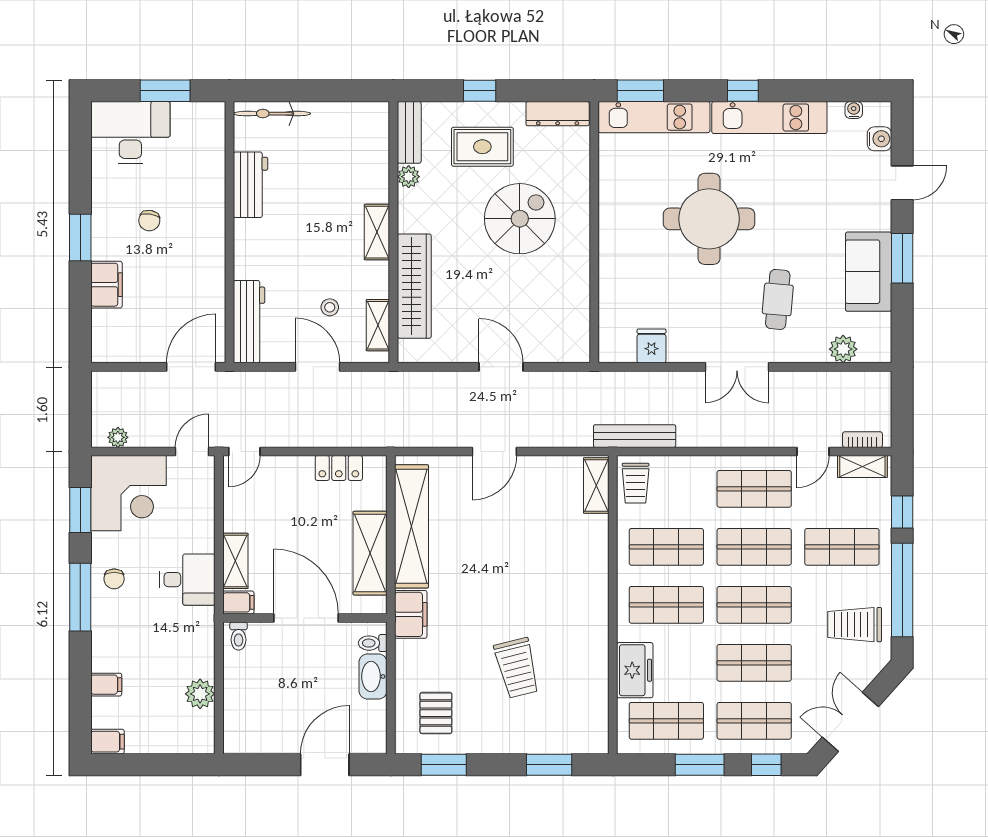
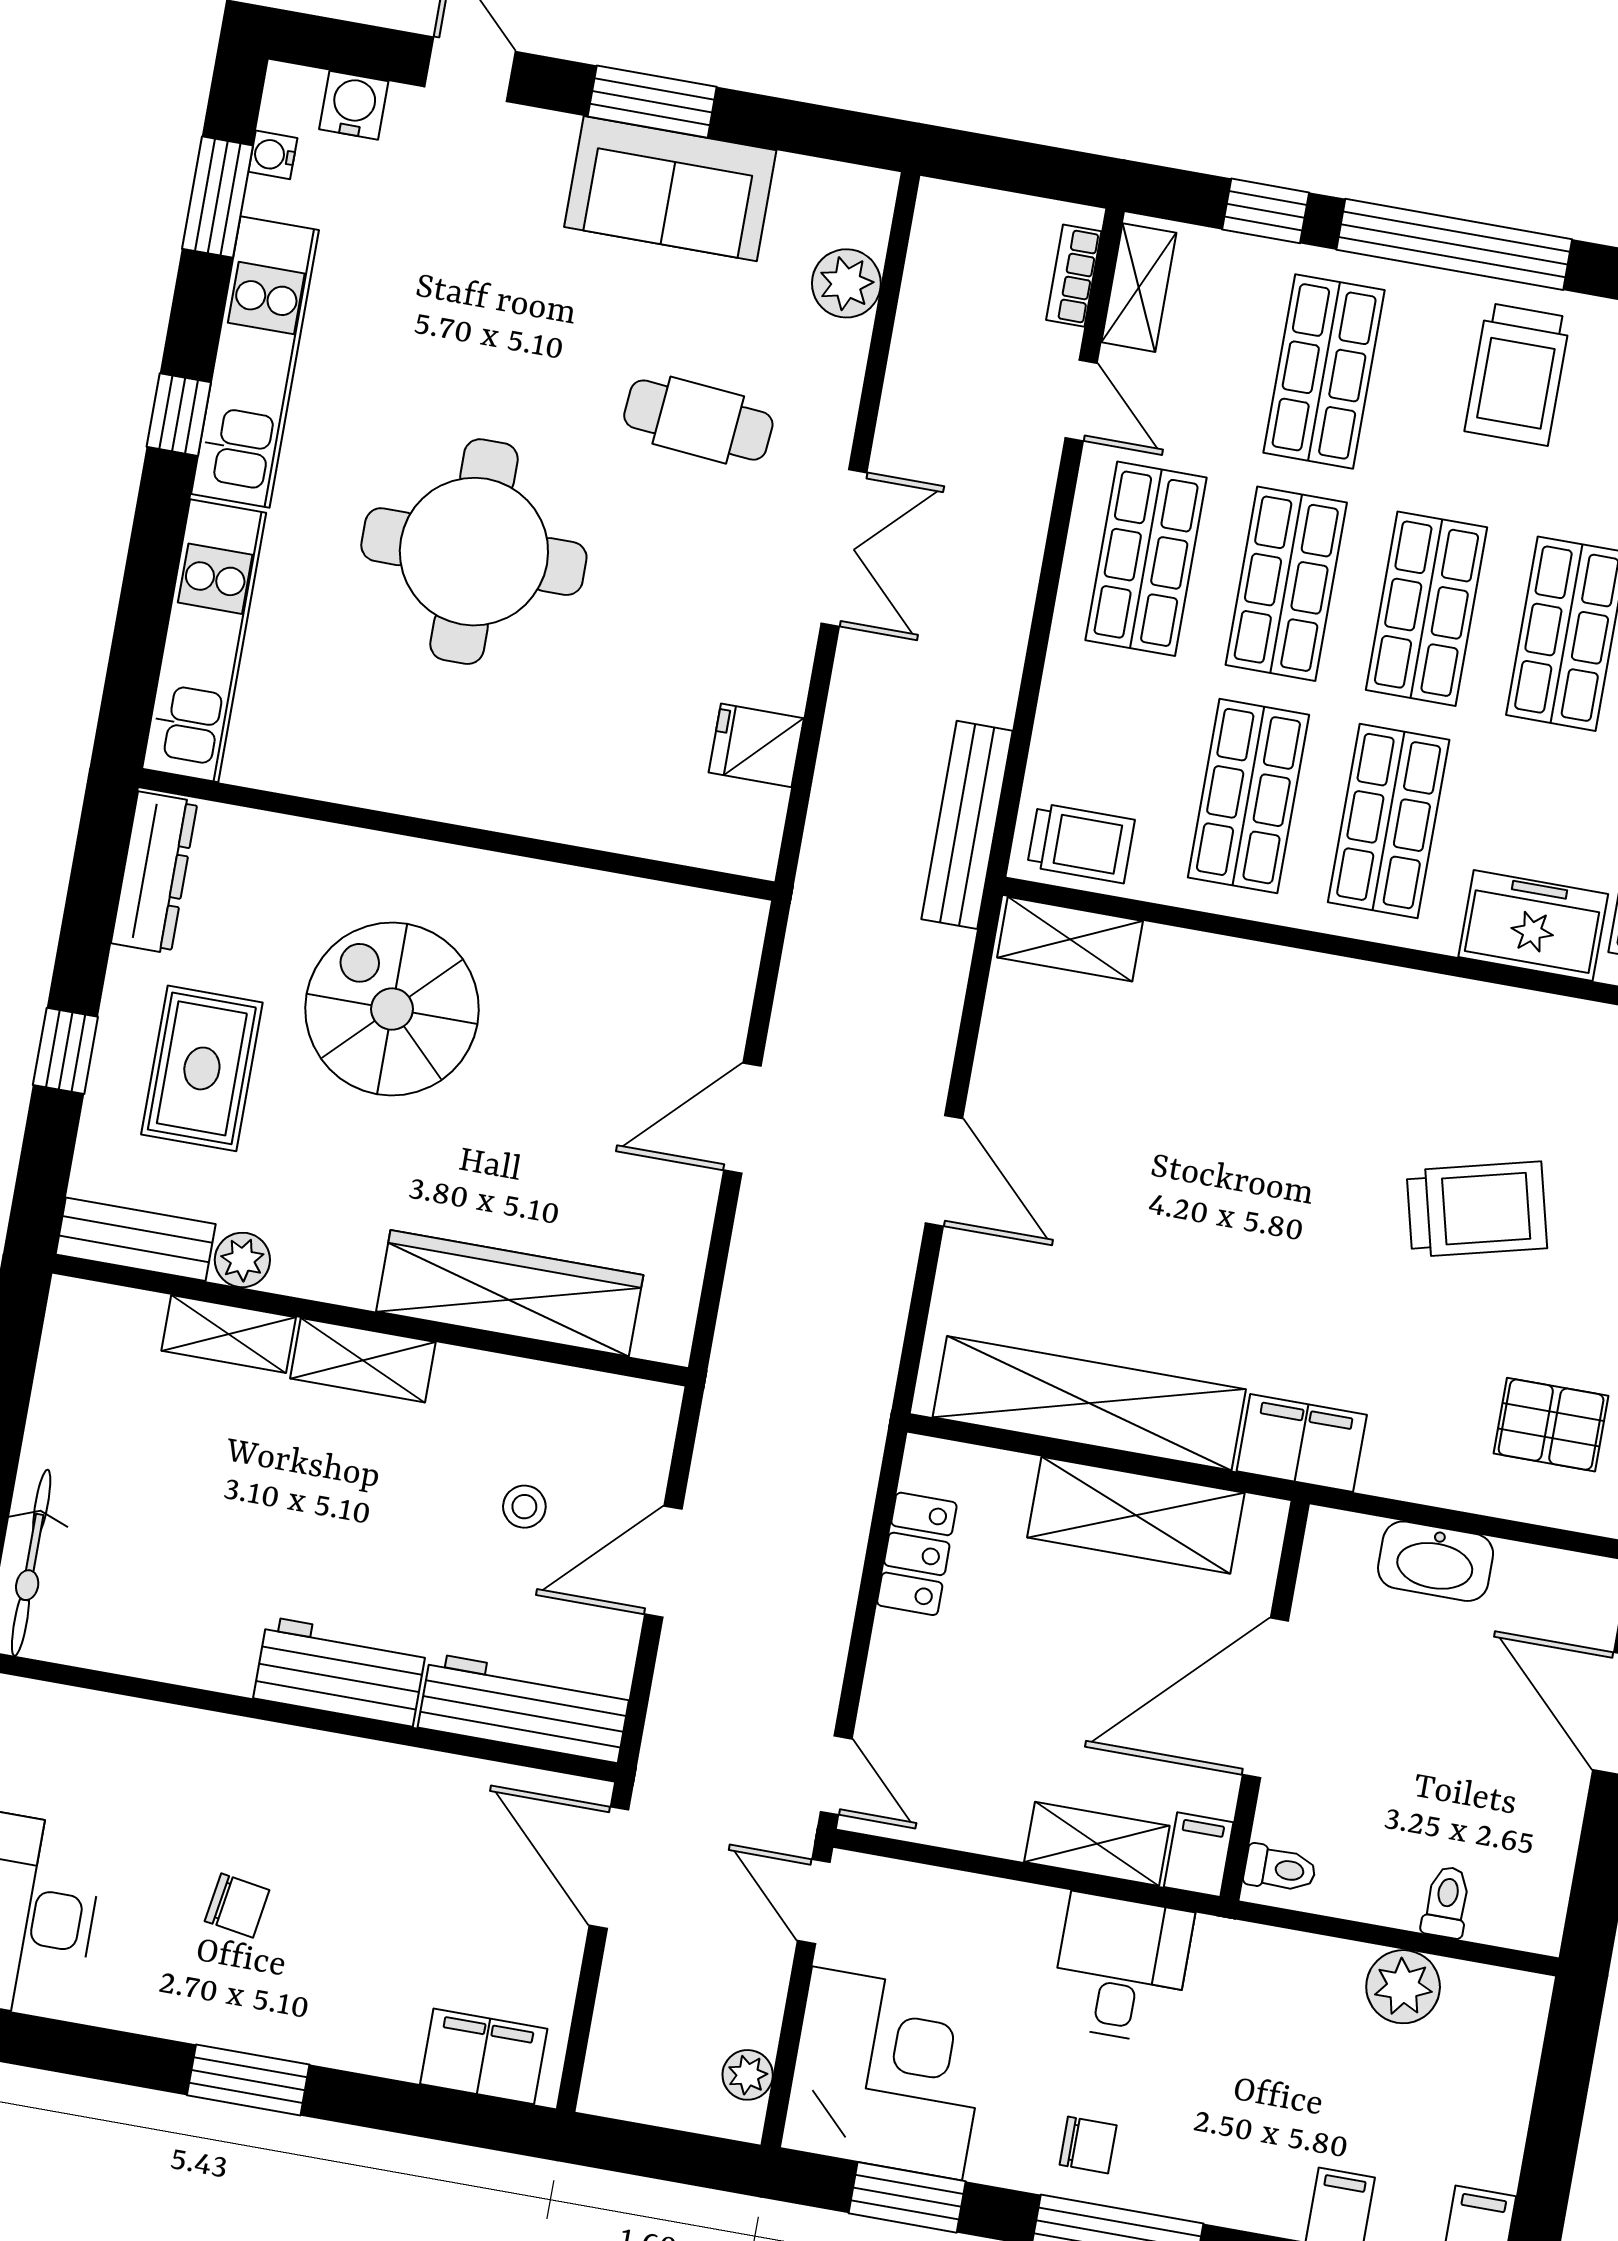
window: (640, 91) -> (218, 197), moved
workbench: (251, 185) -> (340, 1671), moved
filing cabinet: (106, 285) -> (484, 2056), moved
shelving: (378, 325) -> (229, 1334), moved
toilet: (373, 643) -> (1446, 1902), moved, turned 180

